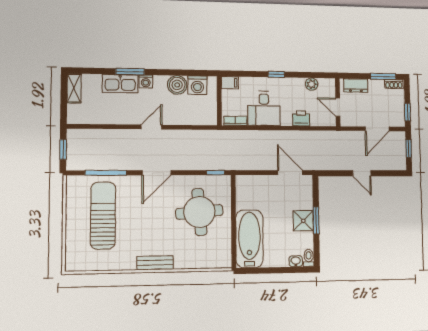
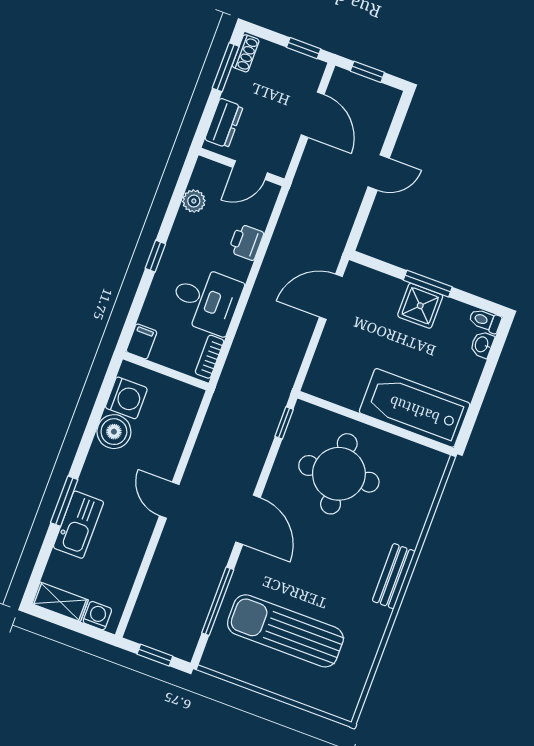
washing machine: (146, 81) -> (97, 616), moved, turned -90

